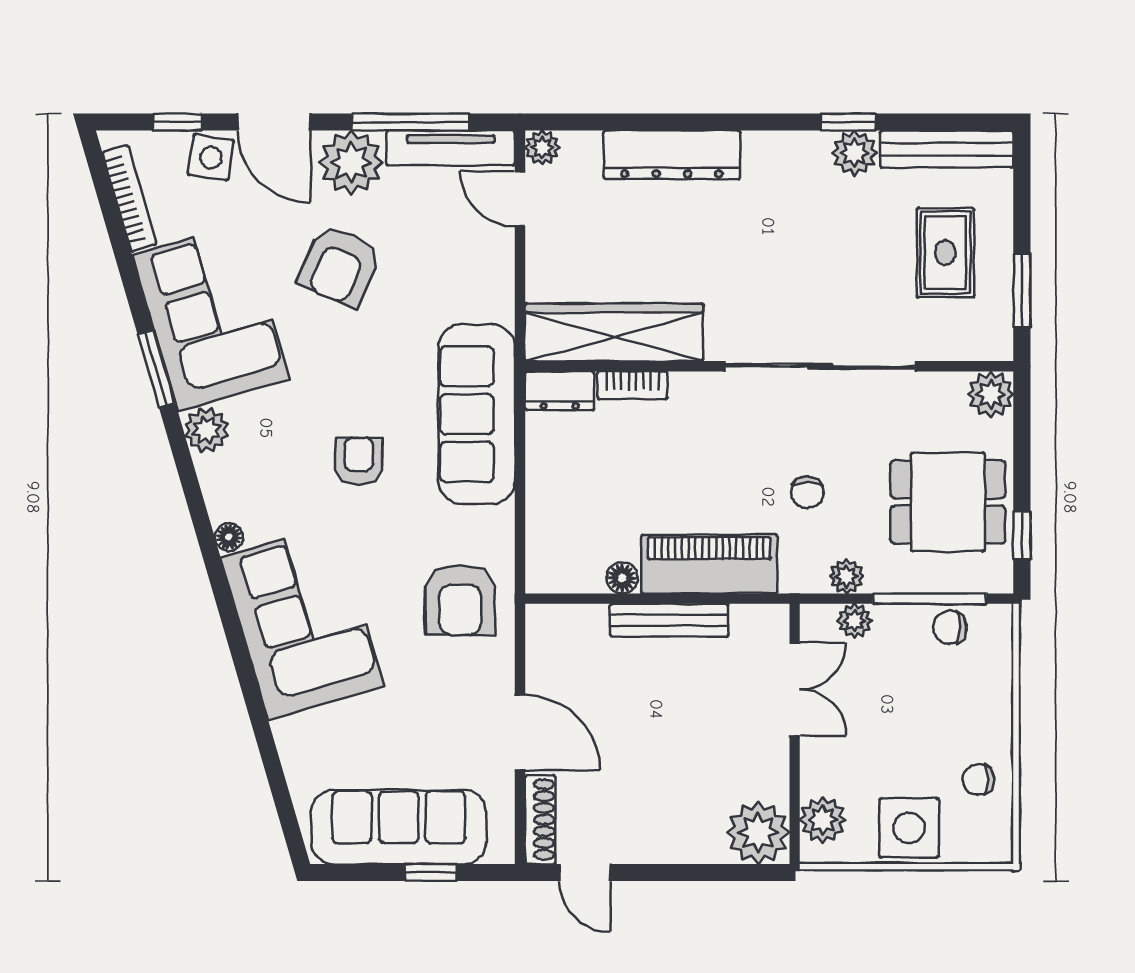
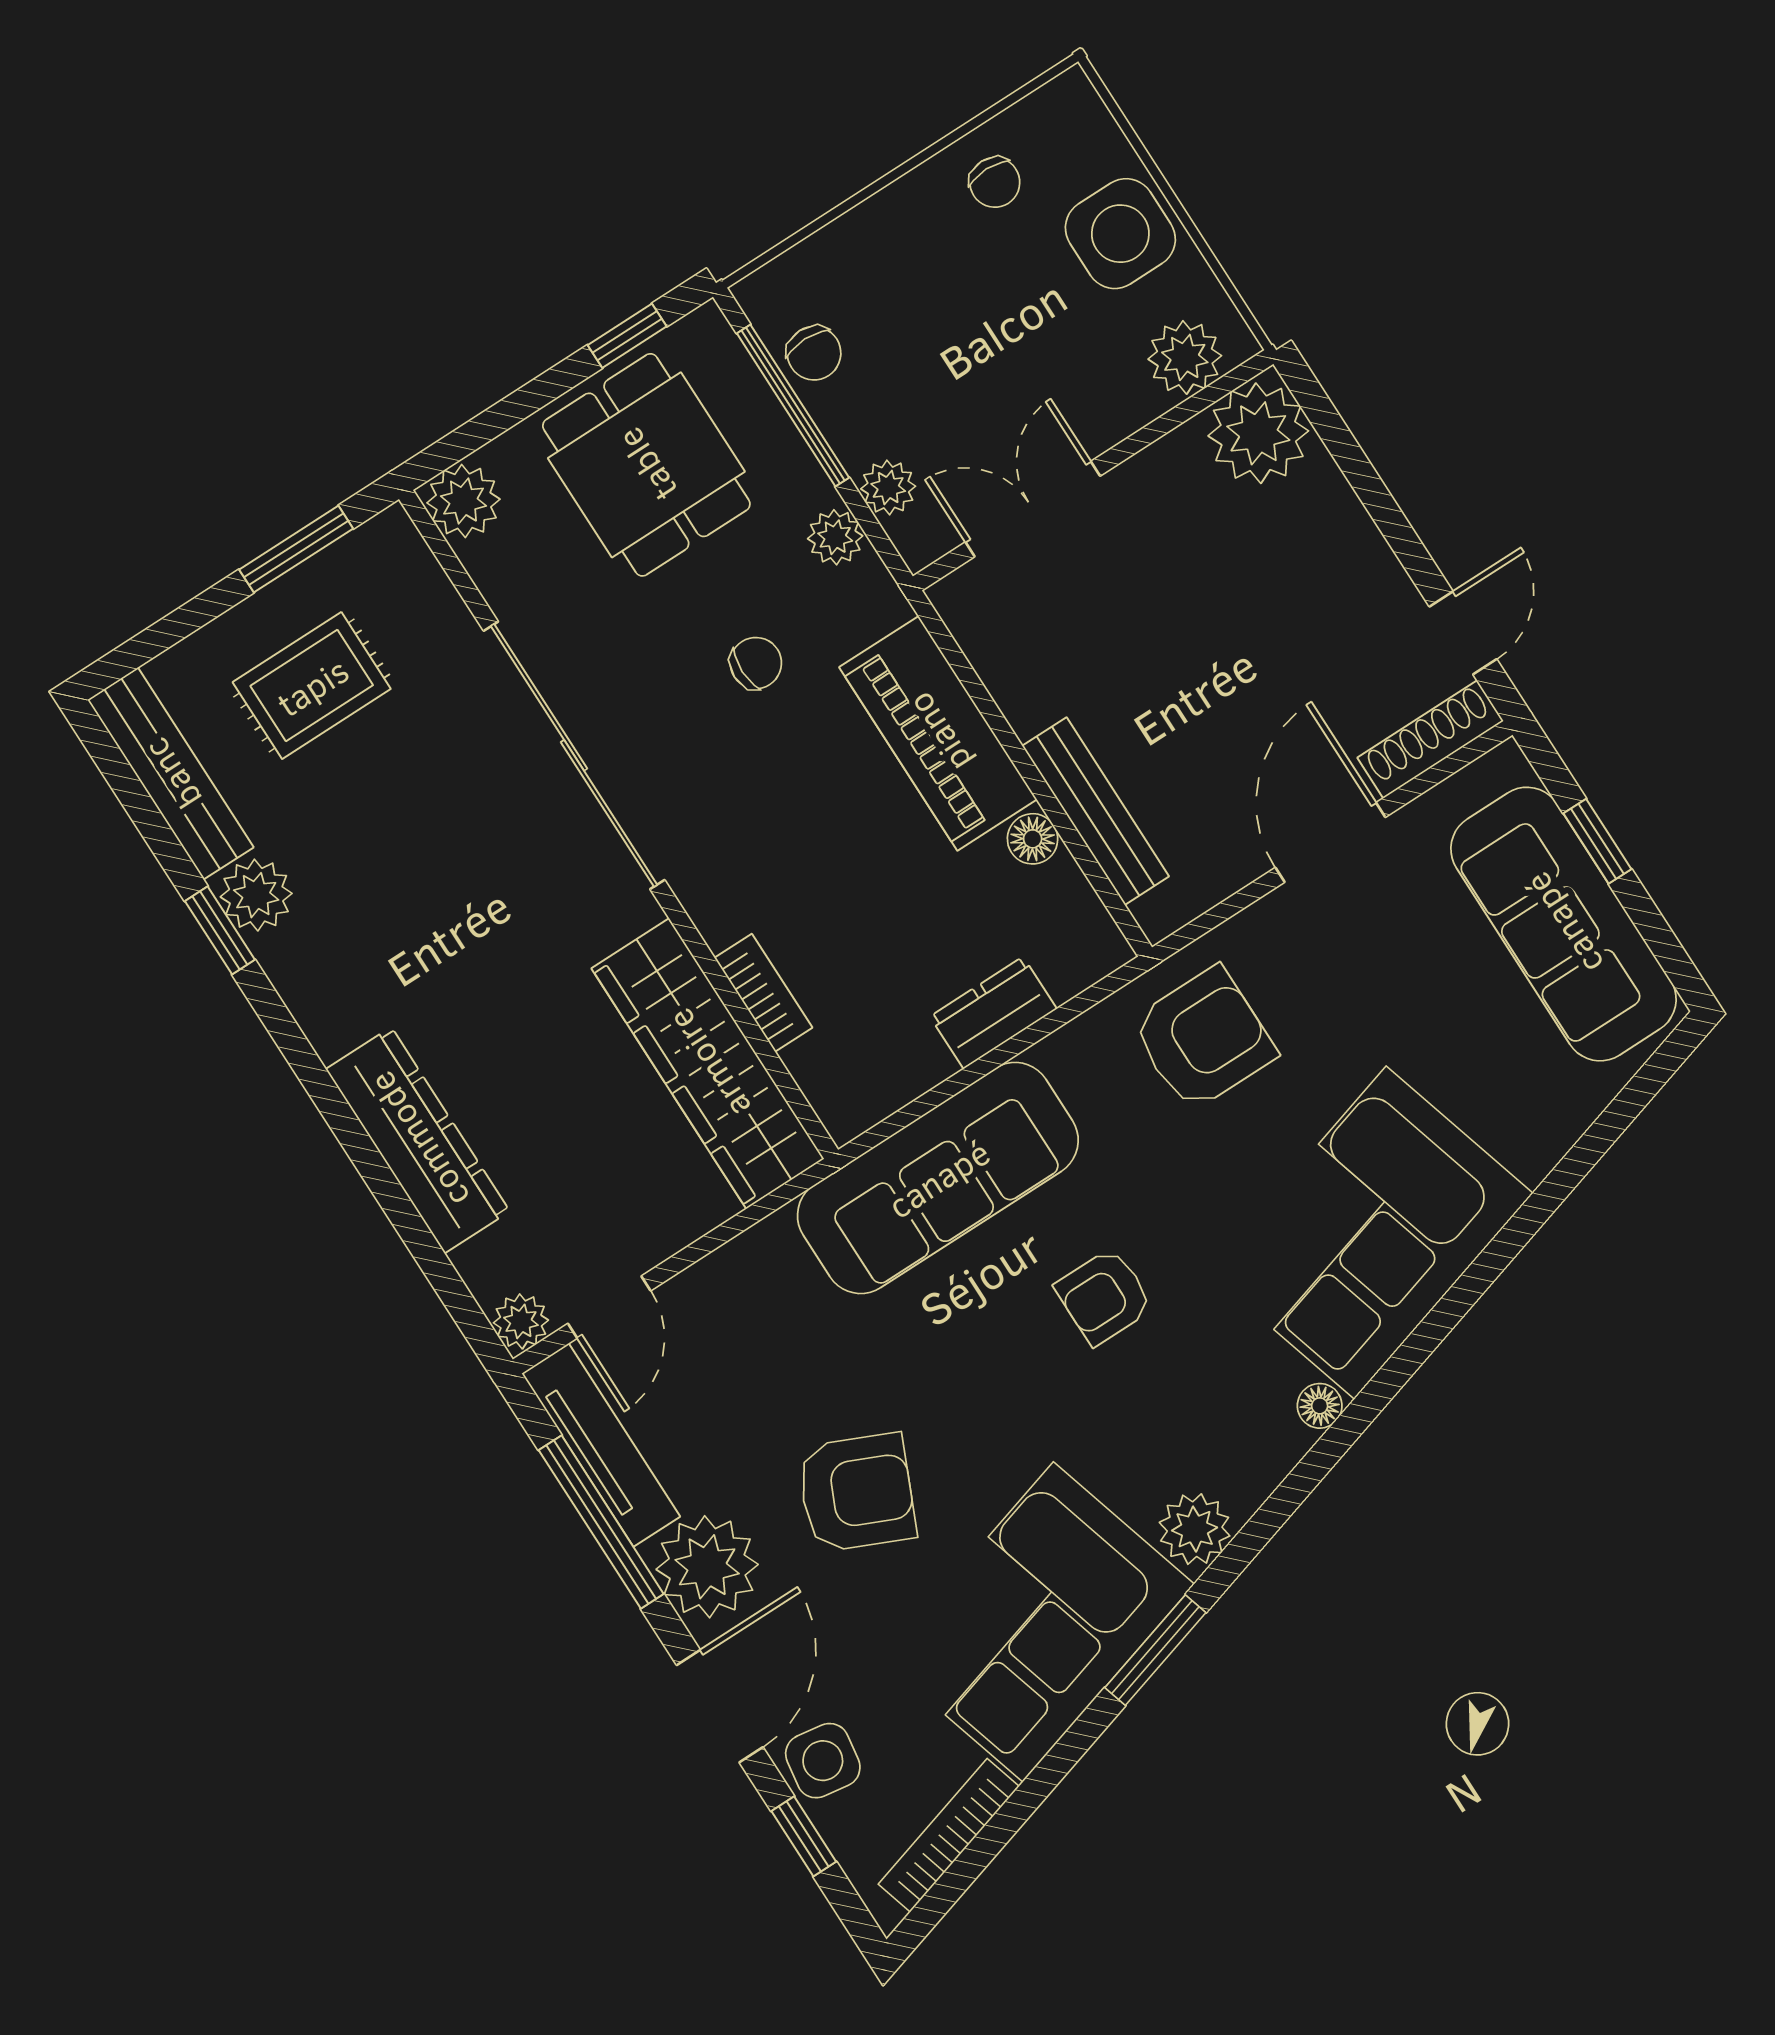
dresser: (560, 391) -> (993, 1013), moved, turned -90
bench: (669, 620) -> (1096, 811), moved

